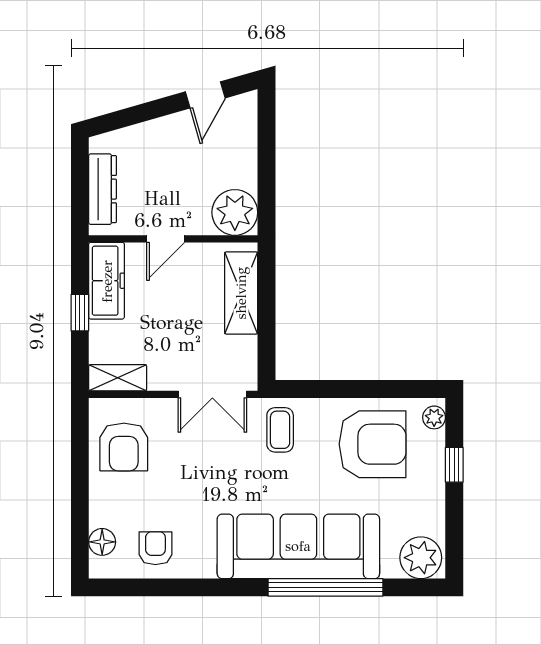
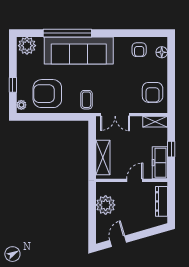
plant: (235, 212) -> (106, 205), moved
double door: (212, 394) -> (115, 115), swing flipped
armchair: (124, 447) -> (153, 92), turned 180

